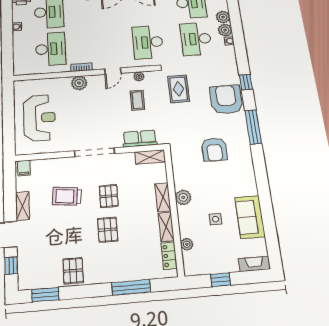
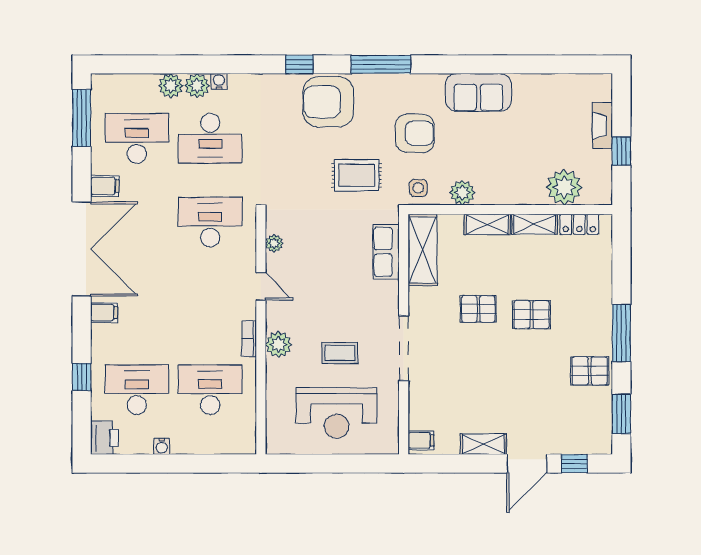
desk: (148, 42) -> (210, 222), turned 180
rug: (179, 89) -> (357, 175), moved
coffee table: (137, 100) -> (340, 353), moved
reception desk: (39, 118) -> (336, 413), turned 180
doorway: (95, 152) -> (404, 348), moved
shelving: (150, 157) -> (423, 250), width x1.50, depth x1.33
trolley: (67, 196) -> (473, 375), removed
plant: (183, 197) -> (462, 193), moved
sofa: (250, 217) -> (478, 92), moved
side table: (215, 219) -> (418, 188), moved
plant: (187, 244) -> (564, 187), width x1.88, depth x1.88
fireplace: (254, 264) -> (602, 126), moved
window: (131, 287) -> (621, 333), moved

